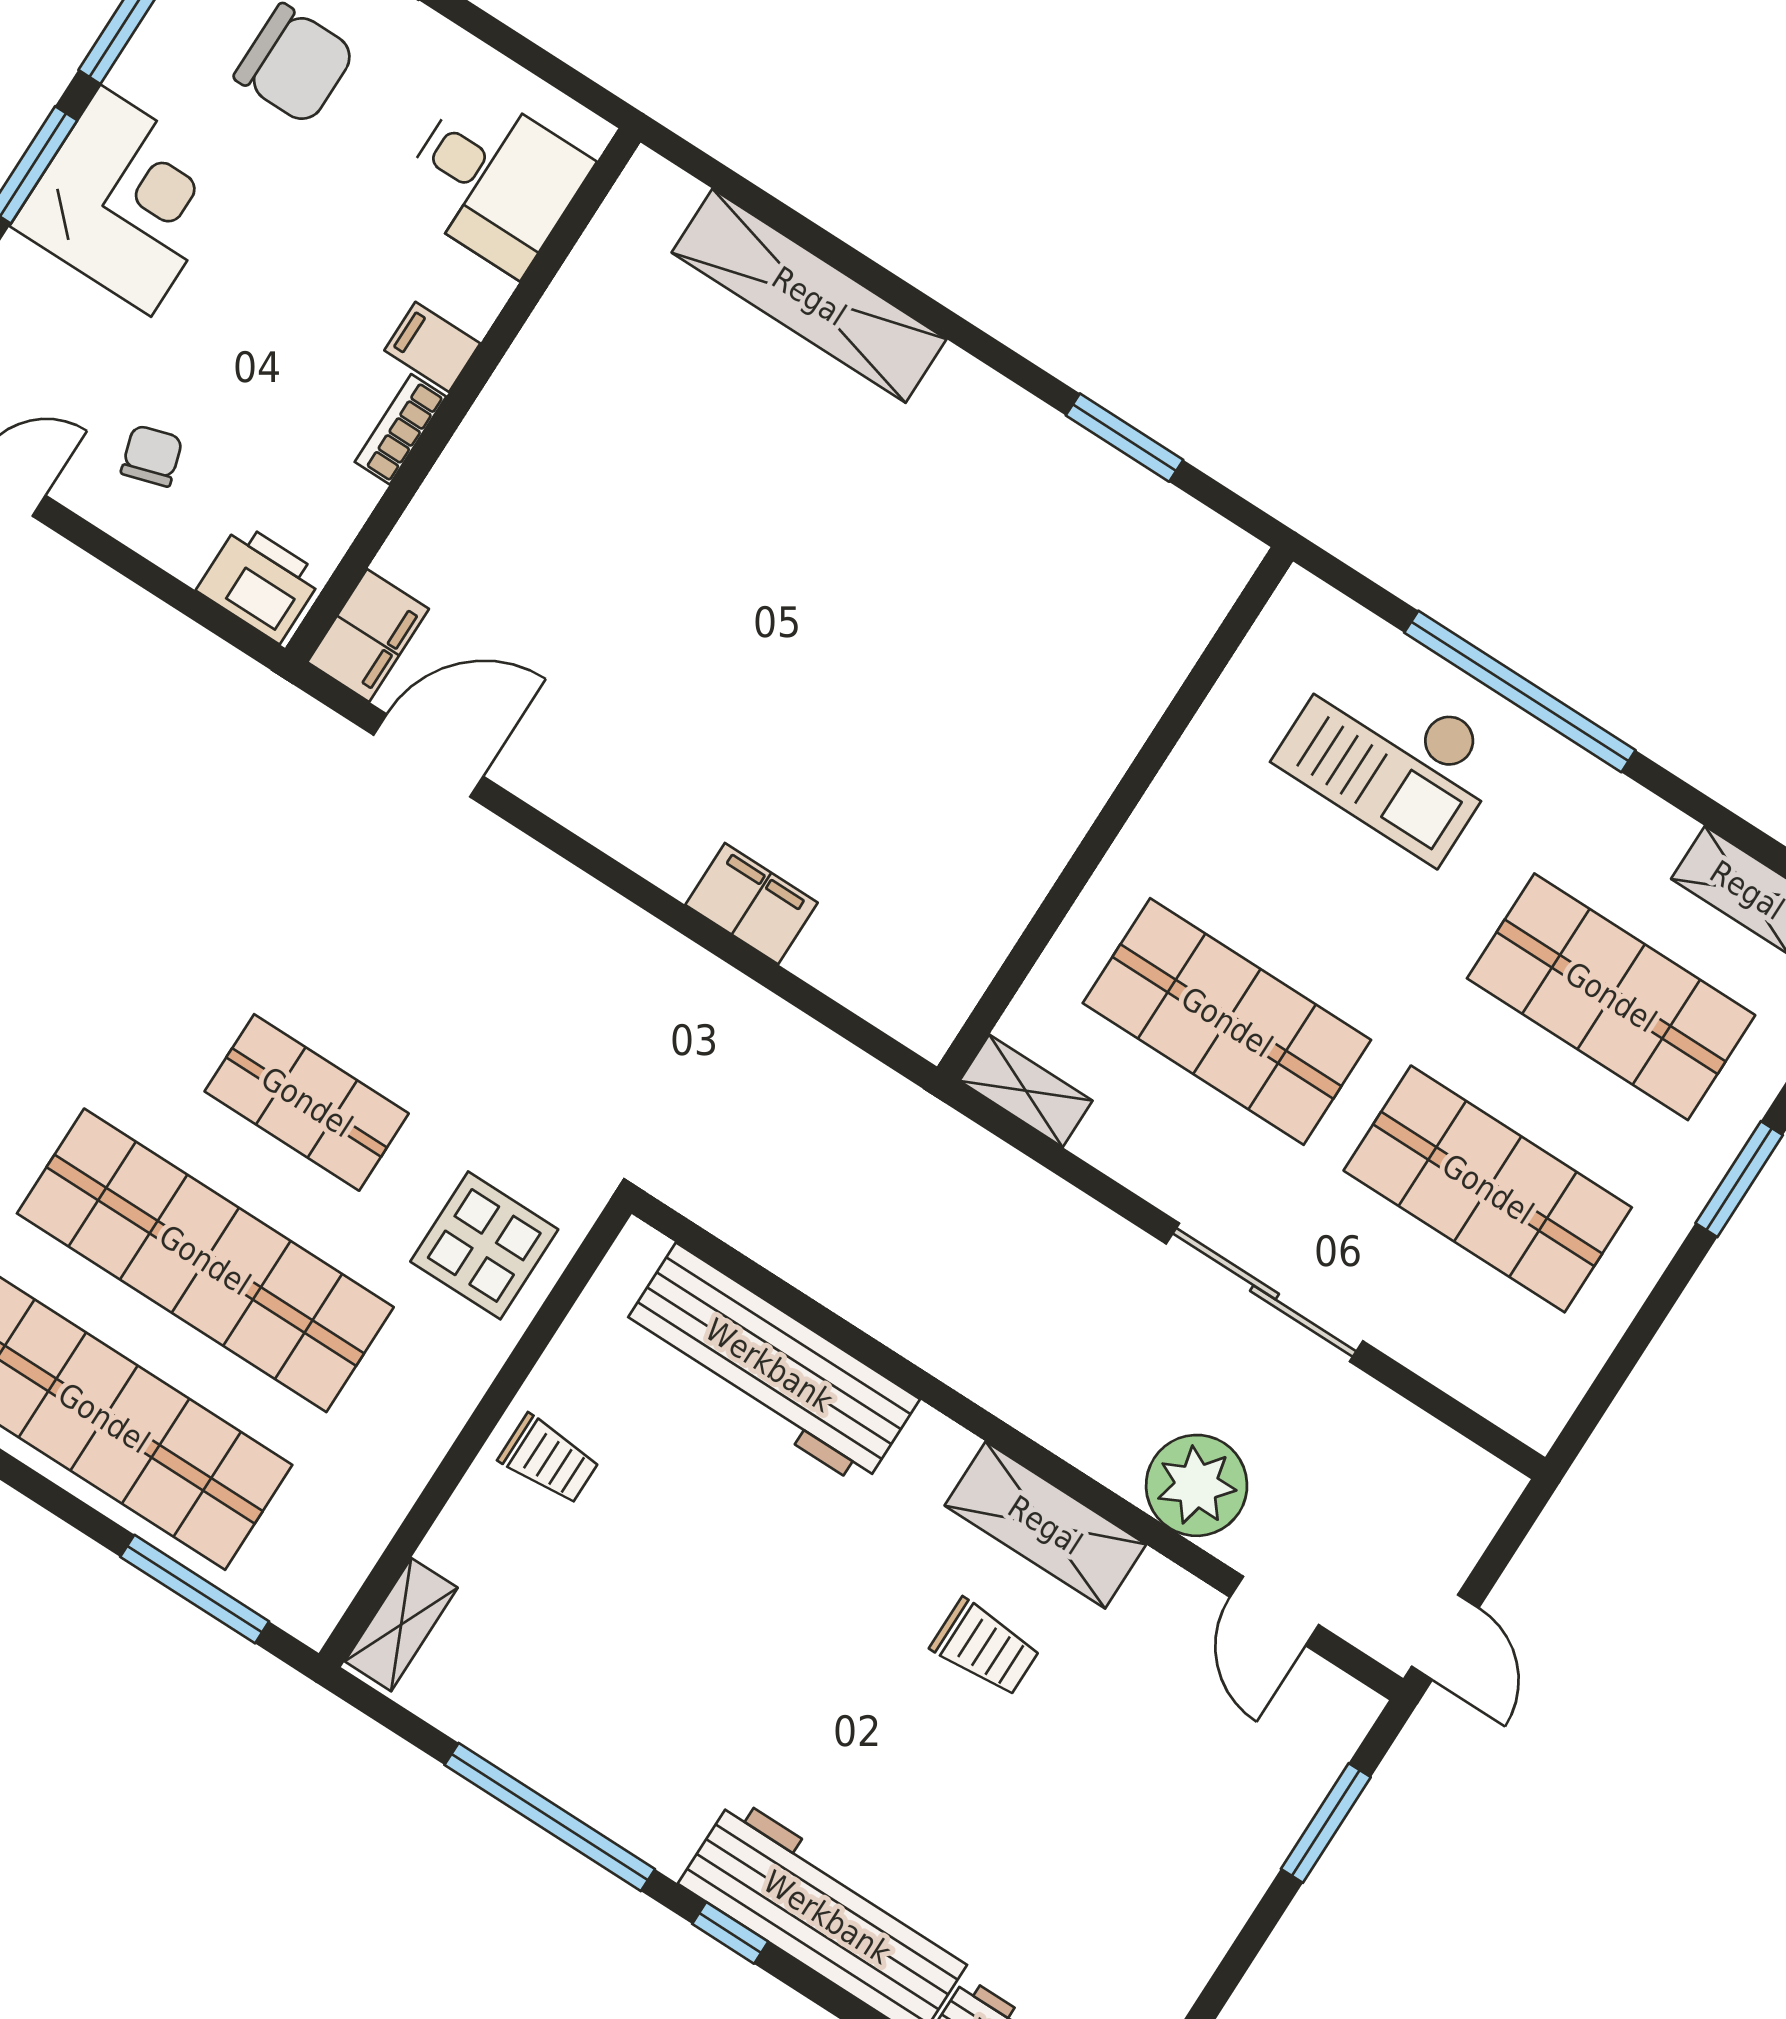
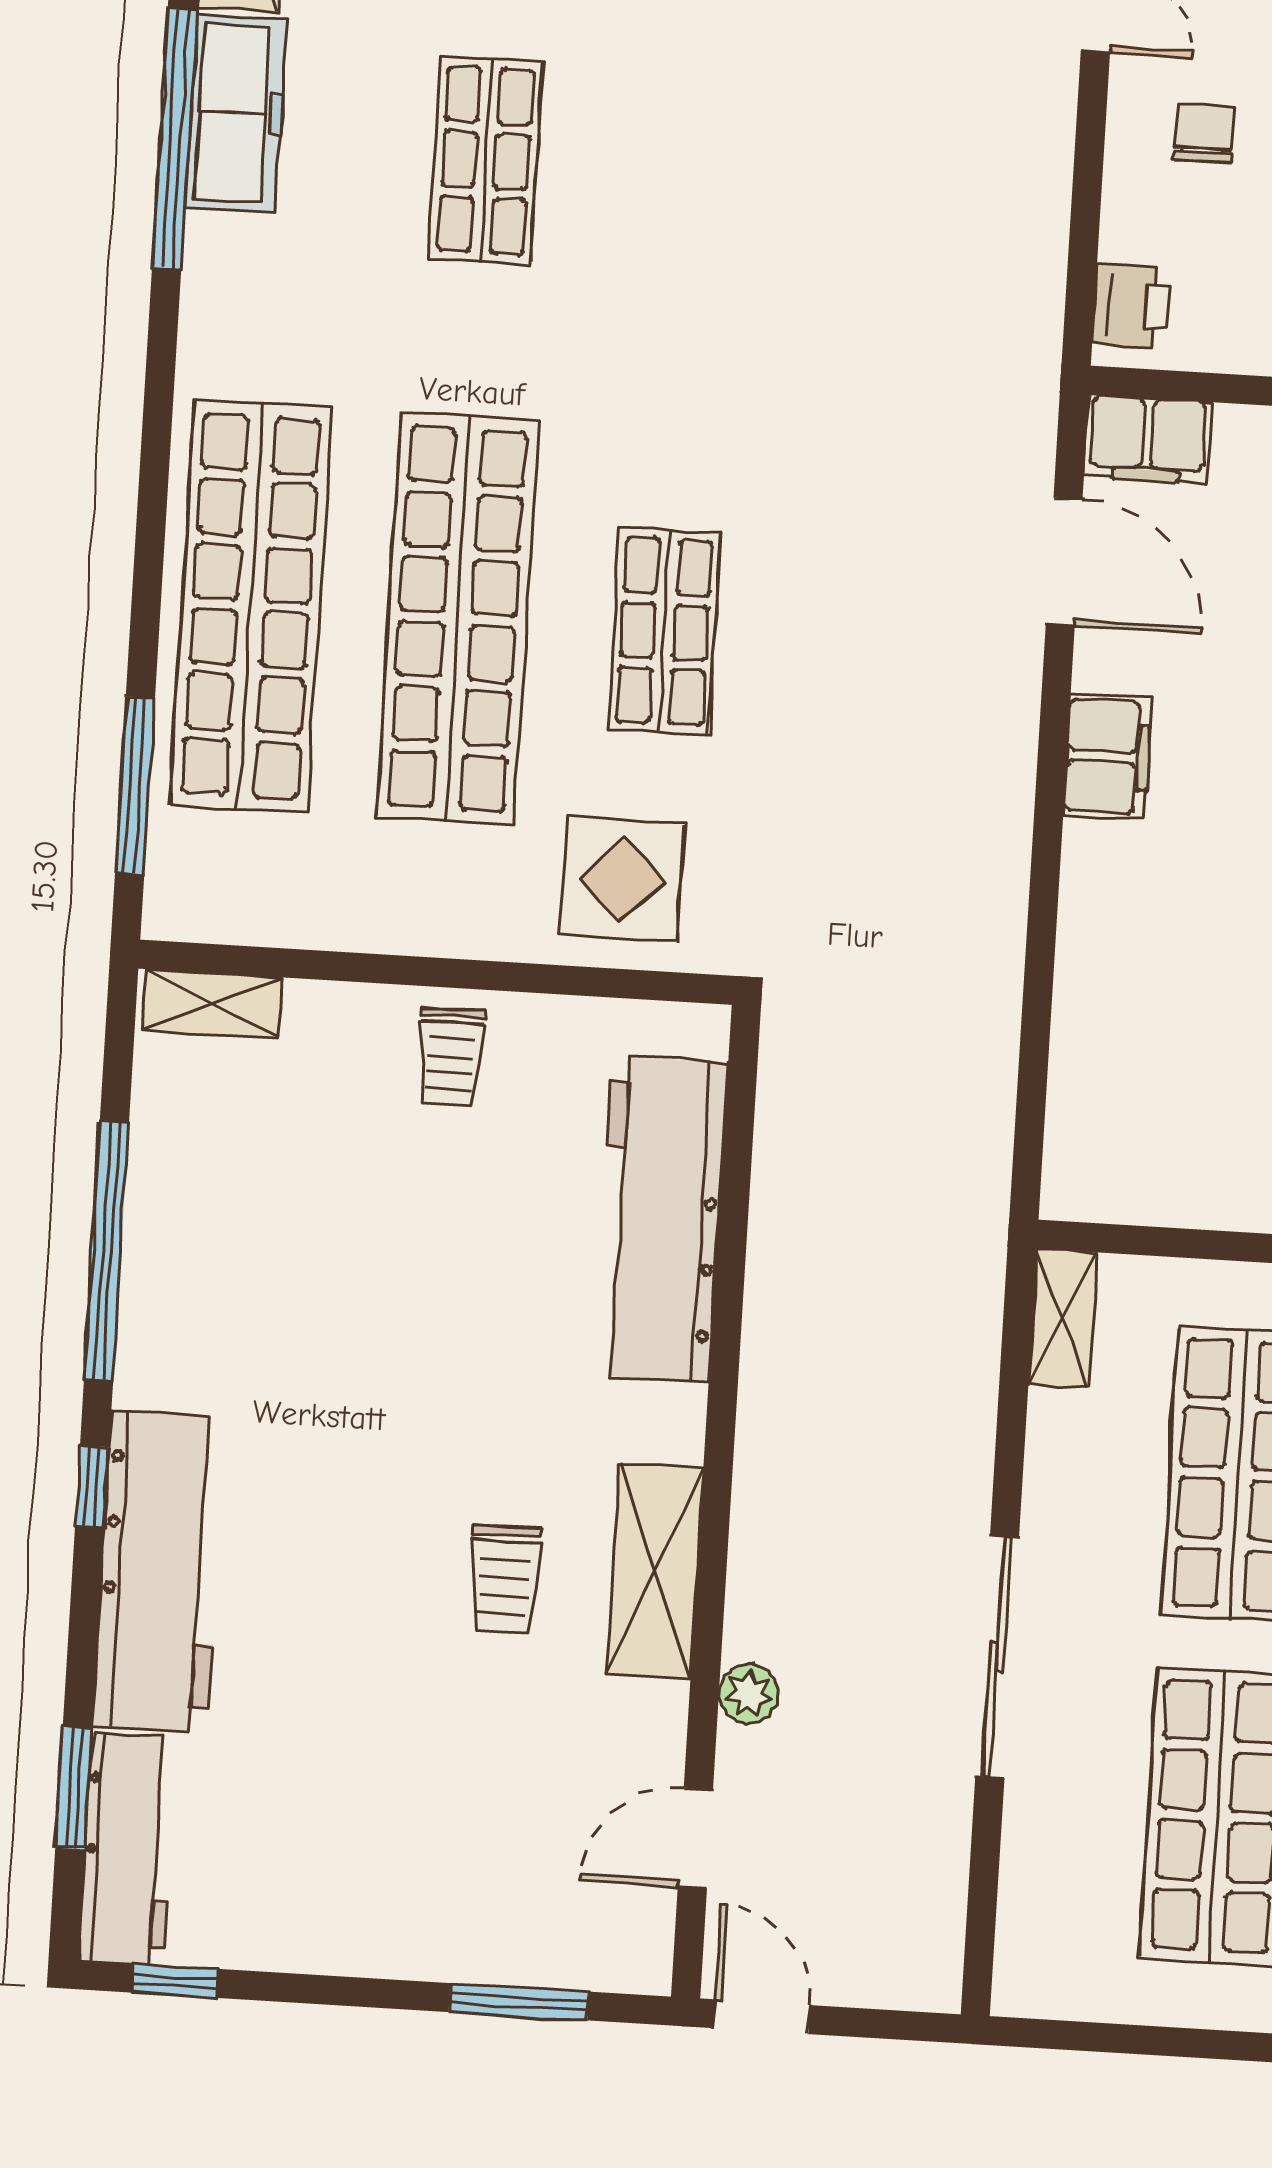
chair: (152, 456) -> (1204, 134), turned -73
printer: (260, 583) -> (1131, 306), width x0.73, depth x0.81
filing cabinet: (751, 904) -> (1107, 757), moved
plant: (1197, 1485) -> (749, 1694), width x0.53, depth x0.53
door: (1445, 1637) -> (762, 2017), swing flipped

